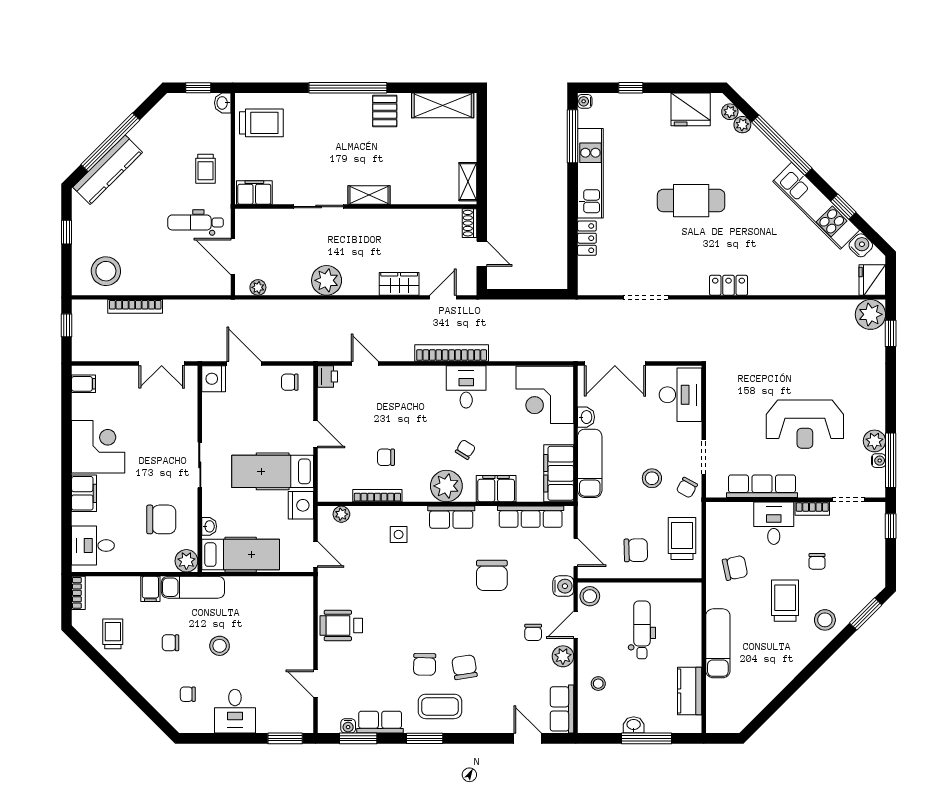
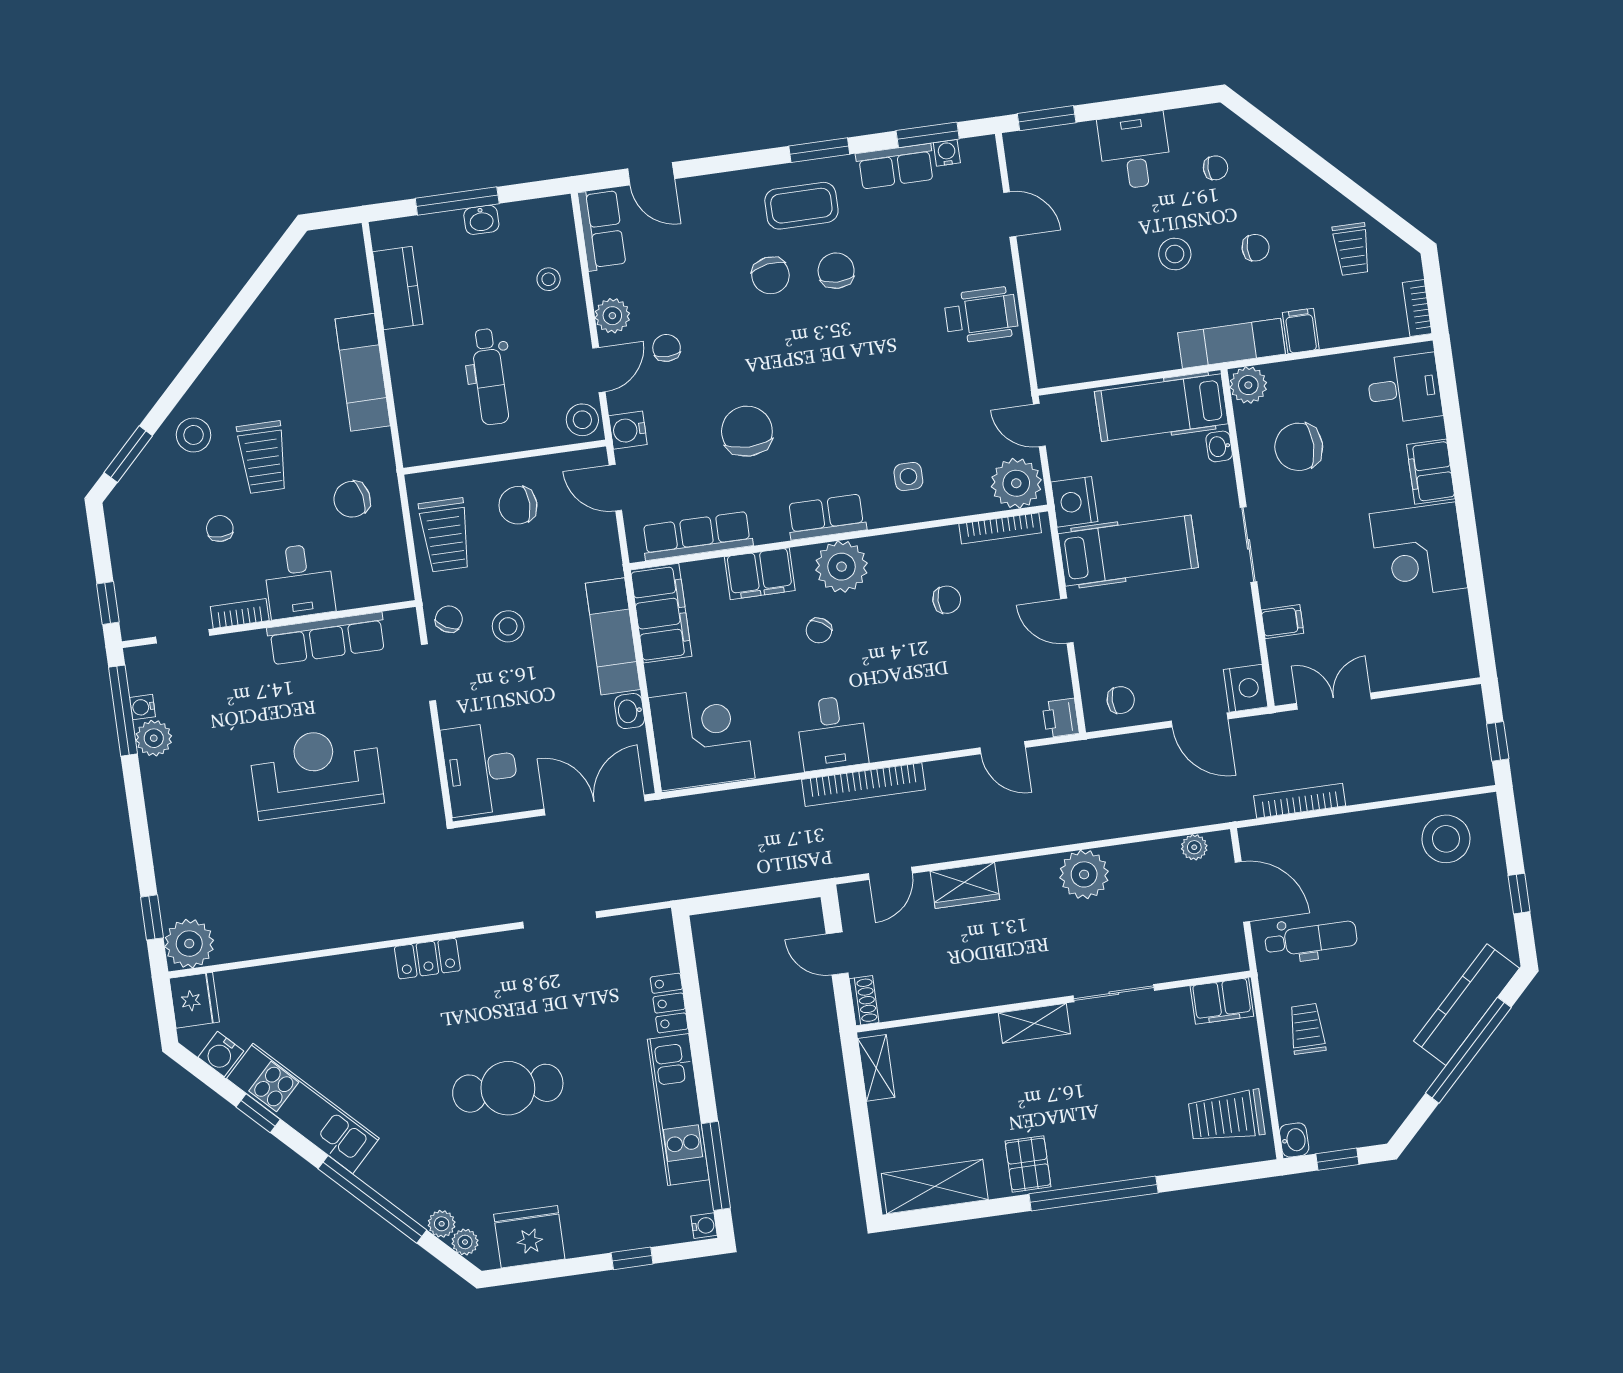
bookcase: (135, 306) -> (1300, 801), moved
filing cabinet: (84, 384) -> (1282, 622), moved, turned 180
reception desk: (805, 424) -> (316, 772), moved
bookcase: (377, 496) -> (1000, 528), moved
plant: (341, 514) -> (1016, 483), width x1.88, depth x1.88

